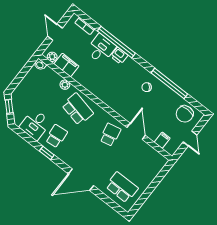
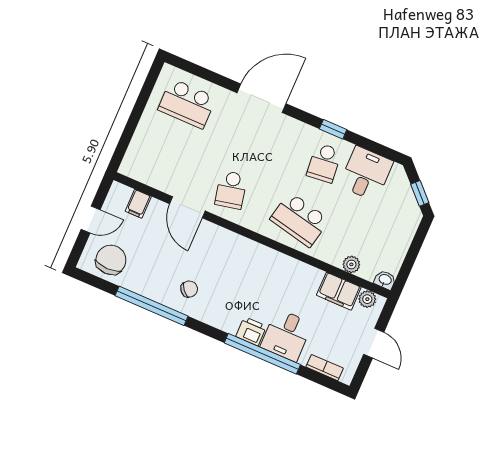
plant: (65, 85) -> (351, 264), moved
door: (190, 138) -> (91, 219), swing flipped

